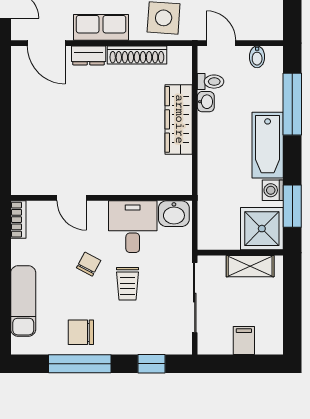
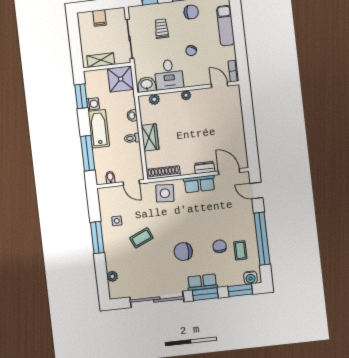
shoe rack: (137, 55) -> (163, 172), moved
toilet: (211, 82) -> (132, 138), moved
washbasin: (206, 102) -> (132, 115), moved
wardrobe: (179, 119) -> (150, 137), width x0.67
plant: (163, 186) -> (154, 99), added
plant: (107, 187) -> (186, 95), added
door: (72, 198) -> (220, 85), moved
shower: (262, 229) -> (121, 79), moved
trolley: (127, 284) -> (161, 29), moved

